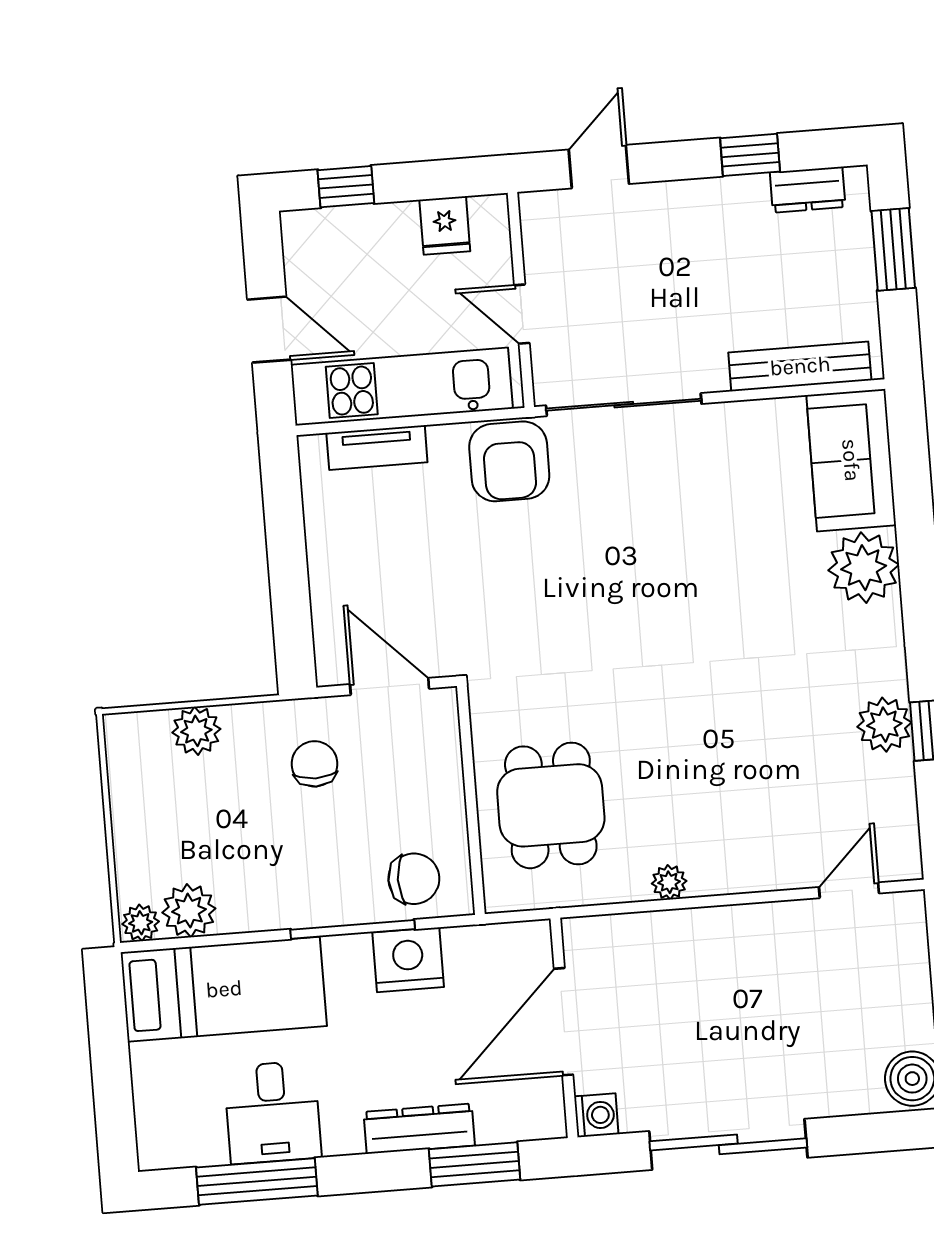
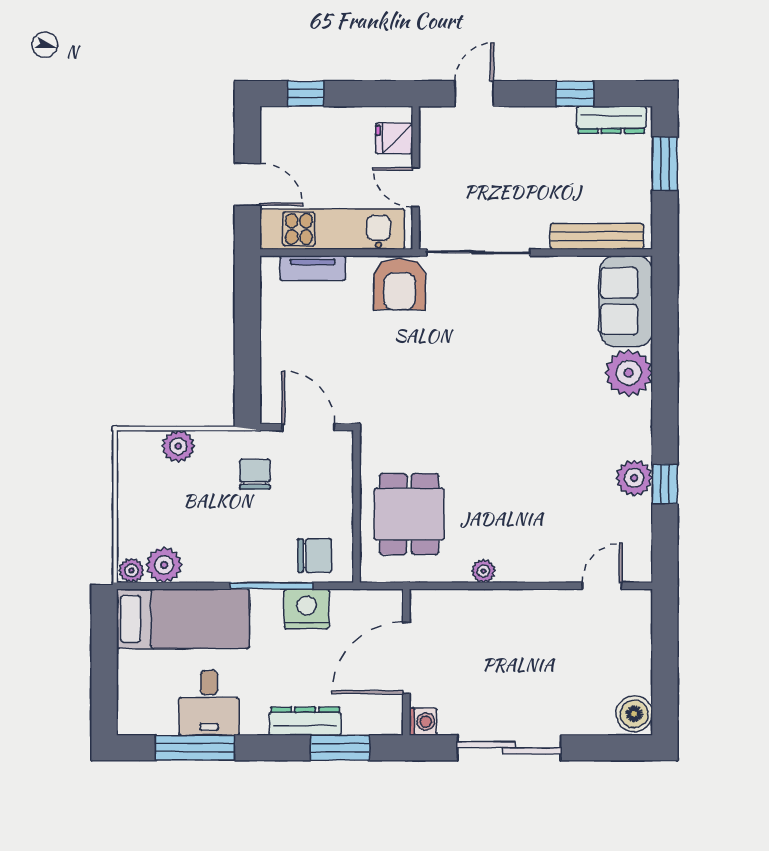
dresser: (808, 190) -> (611, 120), width x1.44
fridge: (445, 225) -> (394, 138), moved, turned 90

